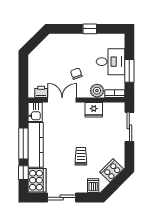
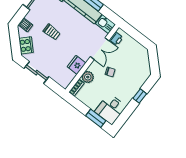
window: (90, 29) -> (140, 96), moved
desk: (110, 62) -> (110, 109), moved
window: (129, 71) -> (96, 118), moved
sliding door: (129, 127) -> (36, 73), moved

